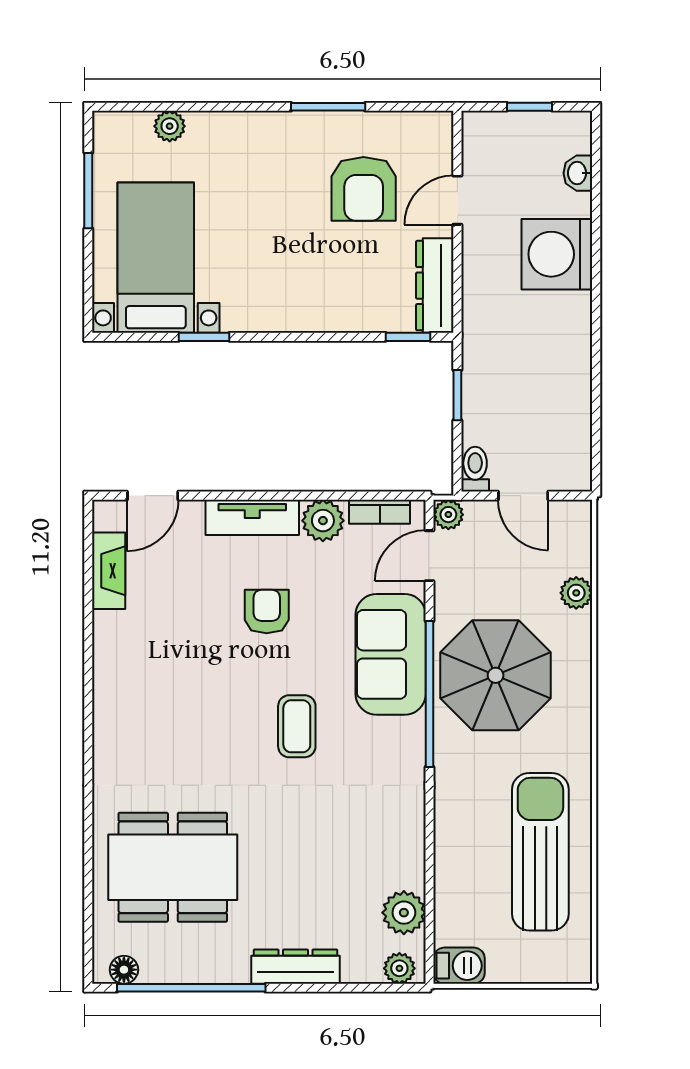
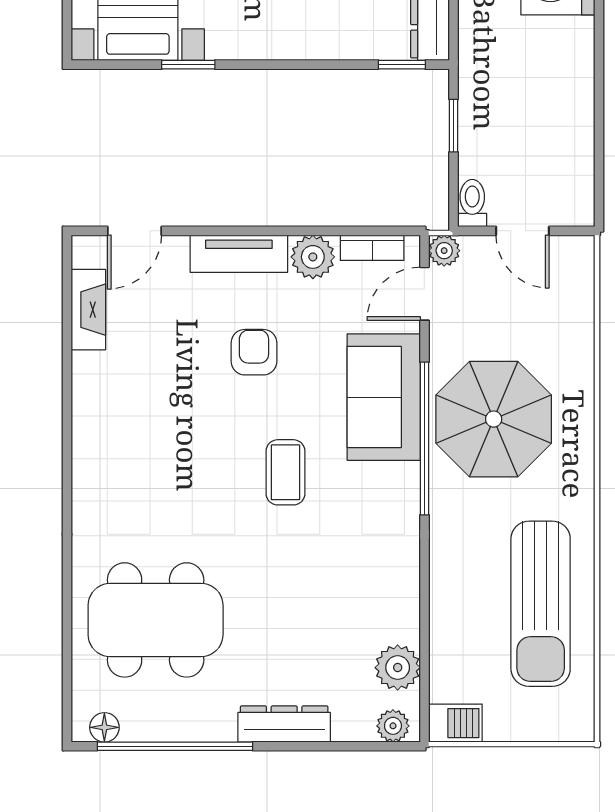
plant: (576, 593) -> (578, 333), removed
sun lounger: (540, 852) -> (541, 604), turned 180

